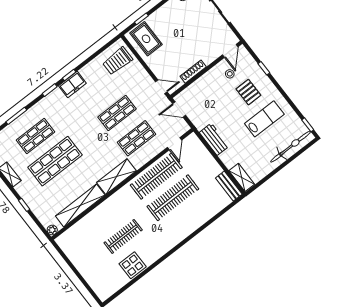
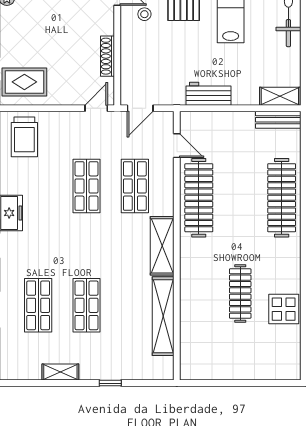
shop shelf: (55, 161) -> (87, 305), width x0.70, depth x0.74
clothes rail: (173, 198) -> (282, 198), moved
plant: (52, 230) -> (166, 373), removed

